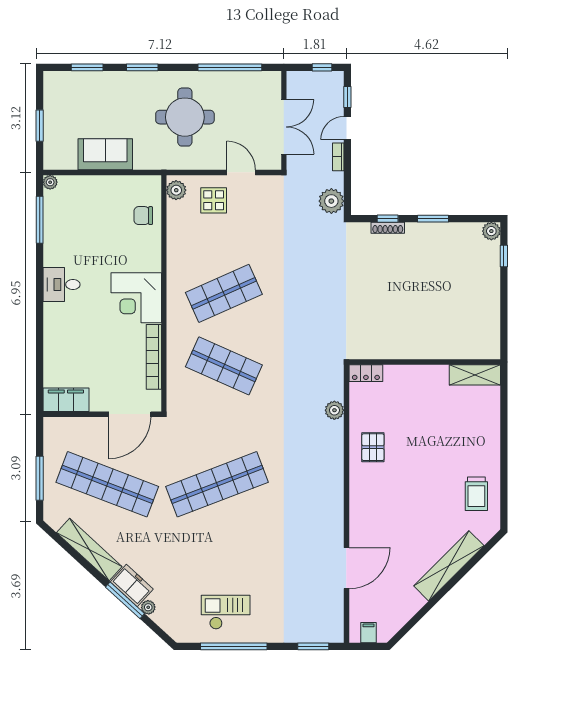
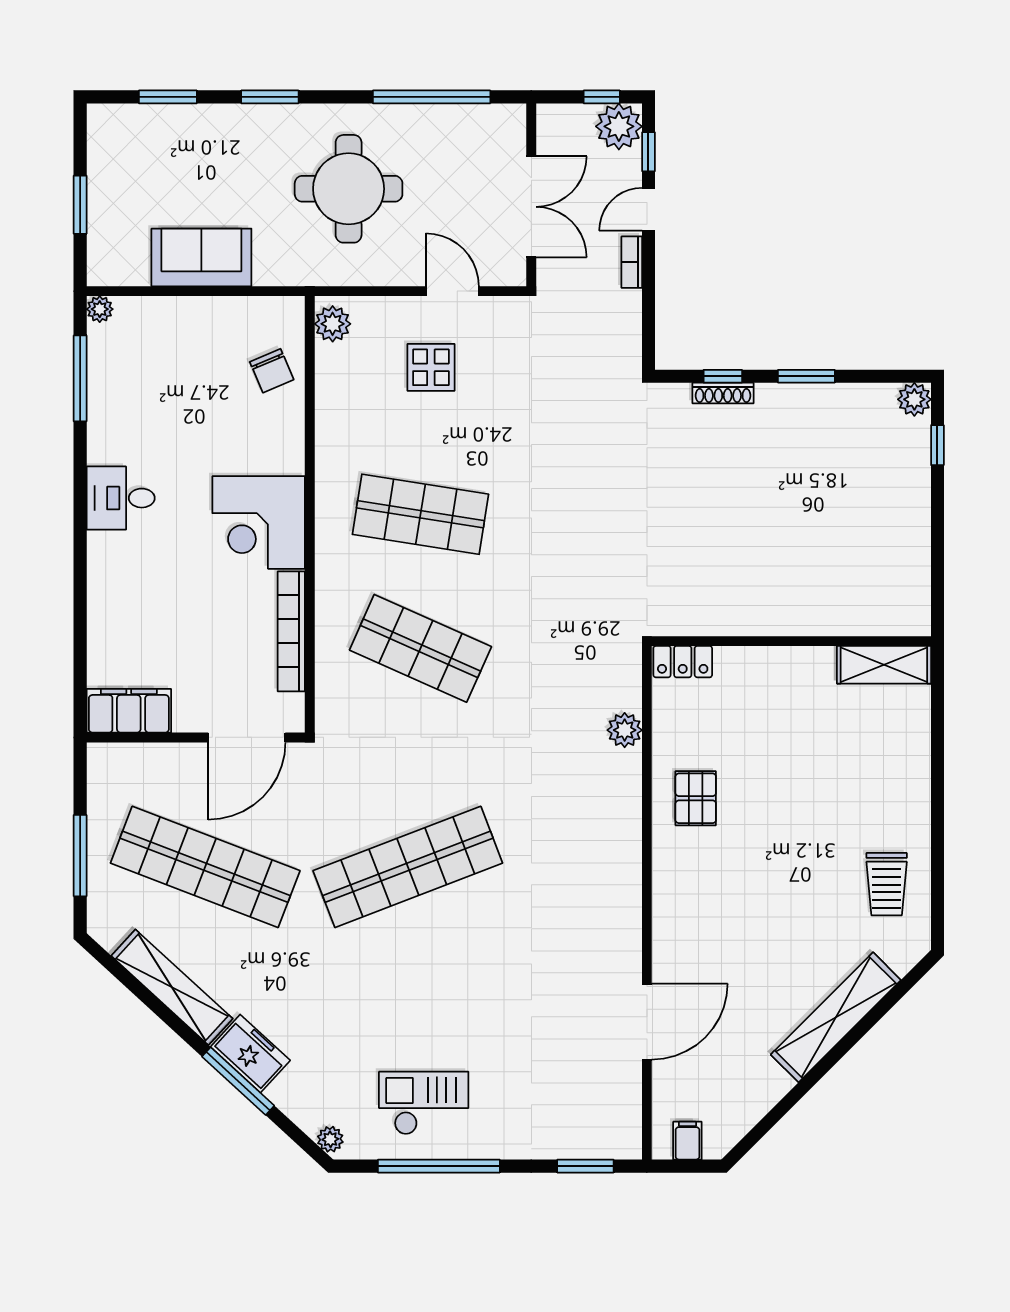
display table: (214, 200) -> (431, 367), moved
plant: (331, 201) -> (619, 126), moved
chair: (143, 216) -> (272, 371), turned -113
shop shelf: (224, 293) -> (420, 514), turned 33
plant: (148, 607) -> (330, 1139), moved

